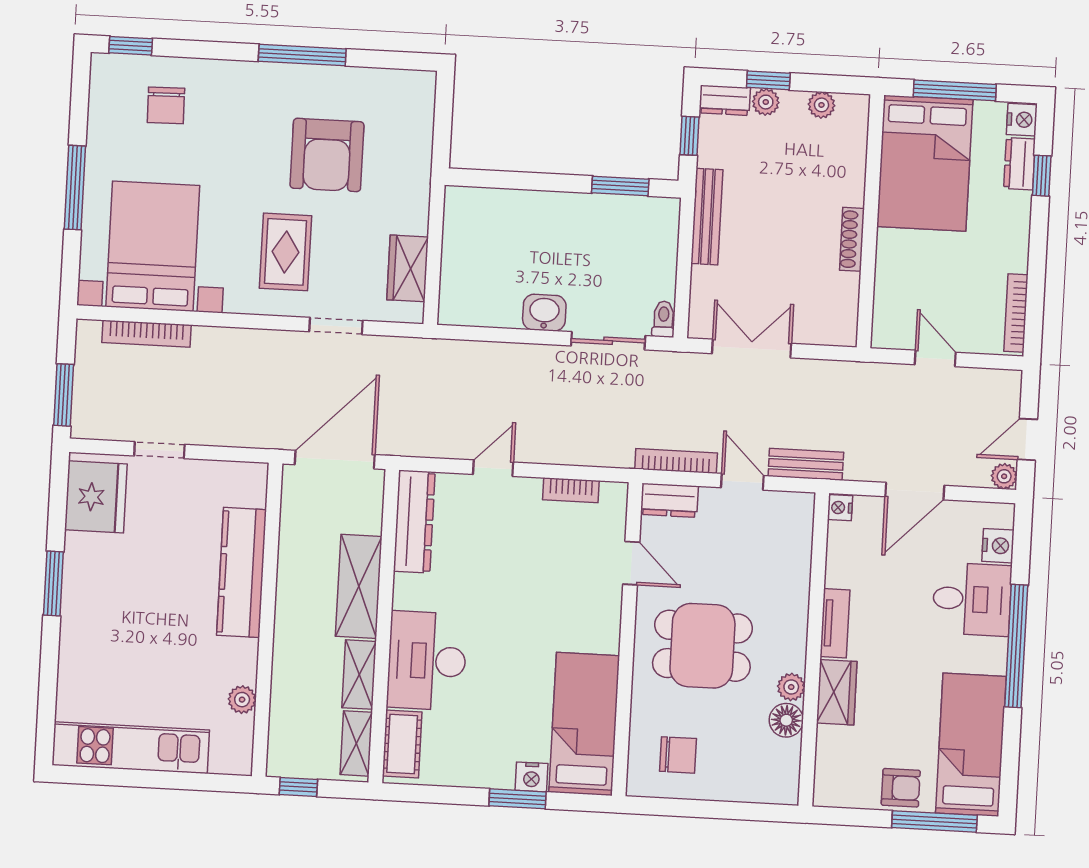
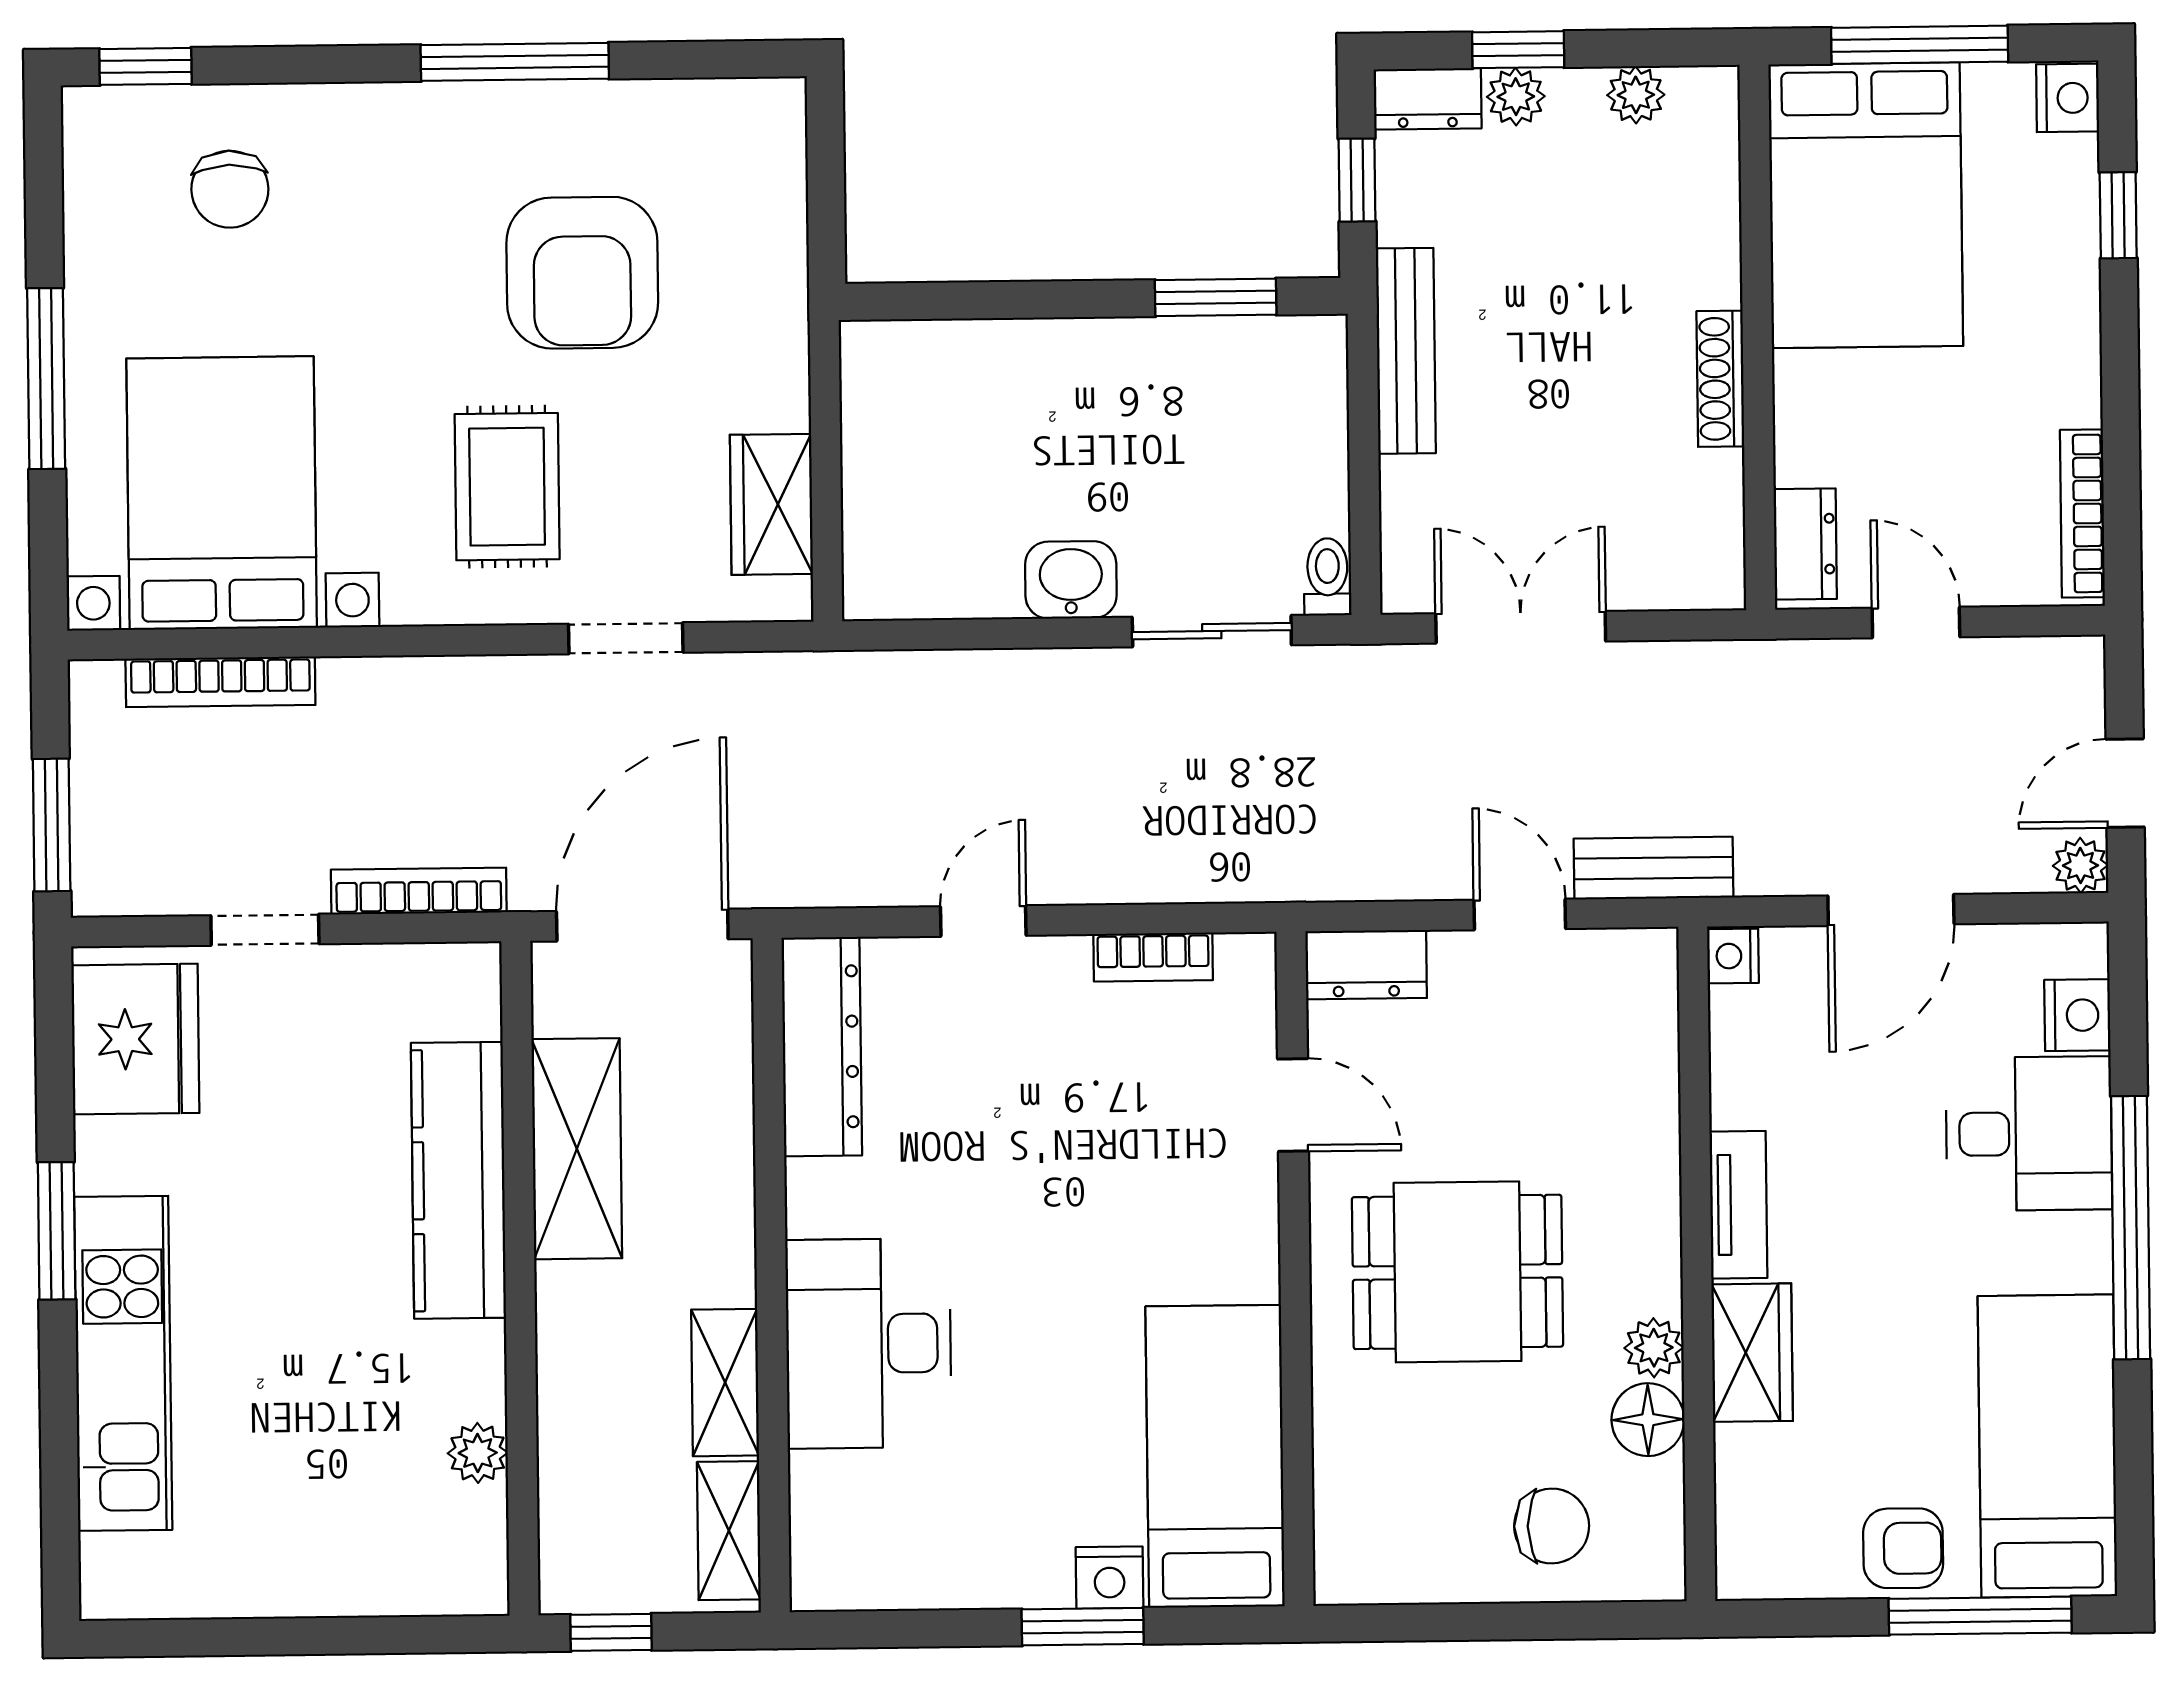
dresser: (1020, 164) -> (1805, 544), moved, turned 180
bookcase: (676, 461) -> (419, 891), moved
shelving: (359, 586) -> (577, 1149), moved
cot: (402, 744) -> (827, 1525), removed
kitchen unit: (131, 748) -> (123, 1363), moved, turned 90
chair: (678, 755) -> (1552, 1526), moved

